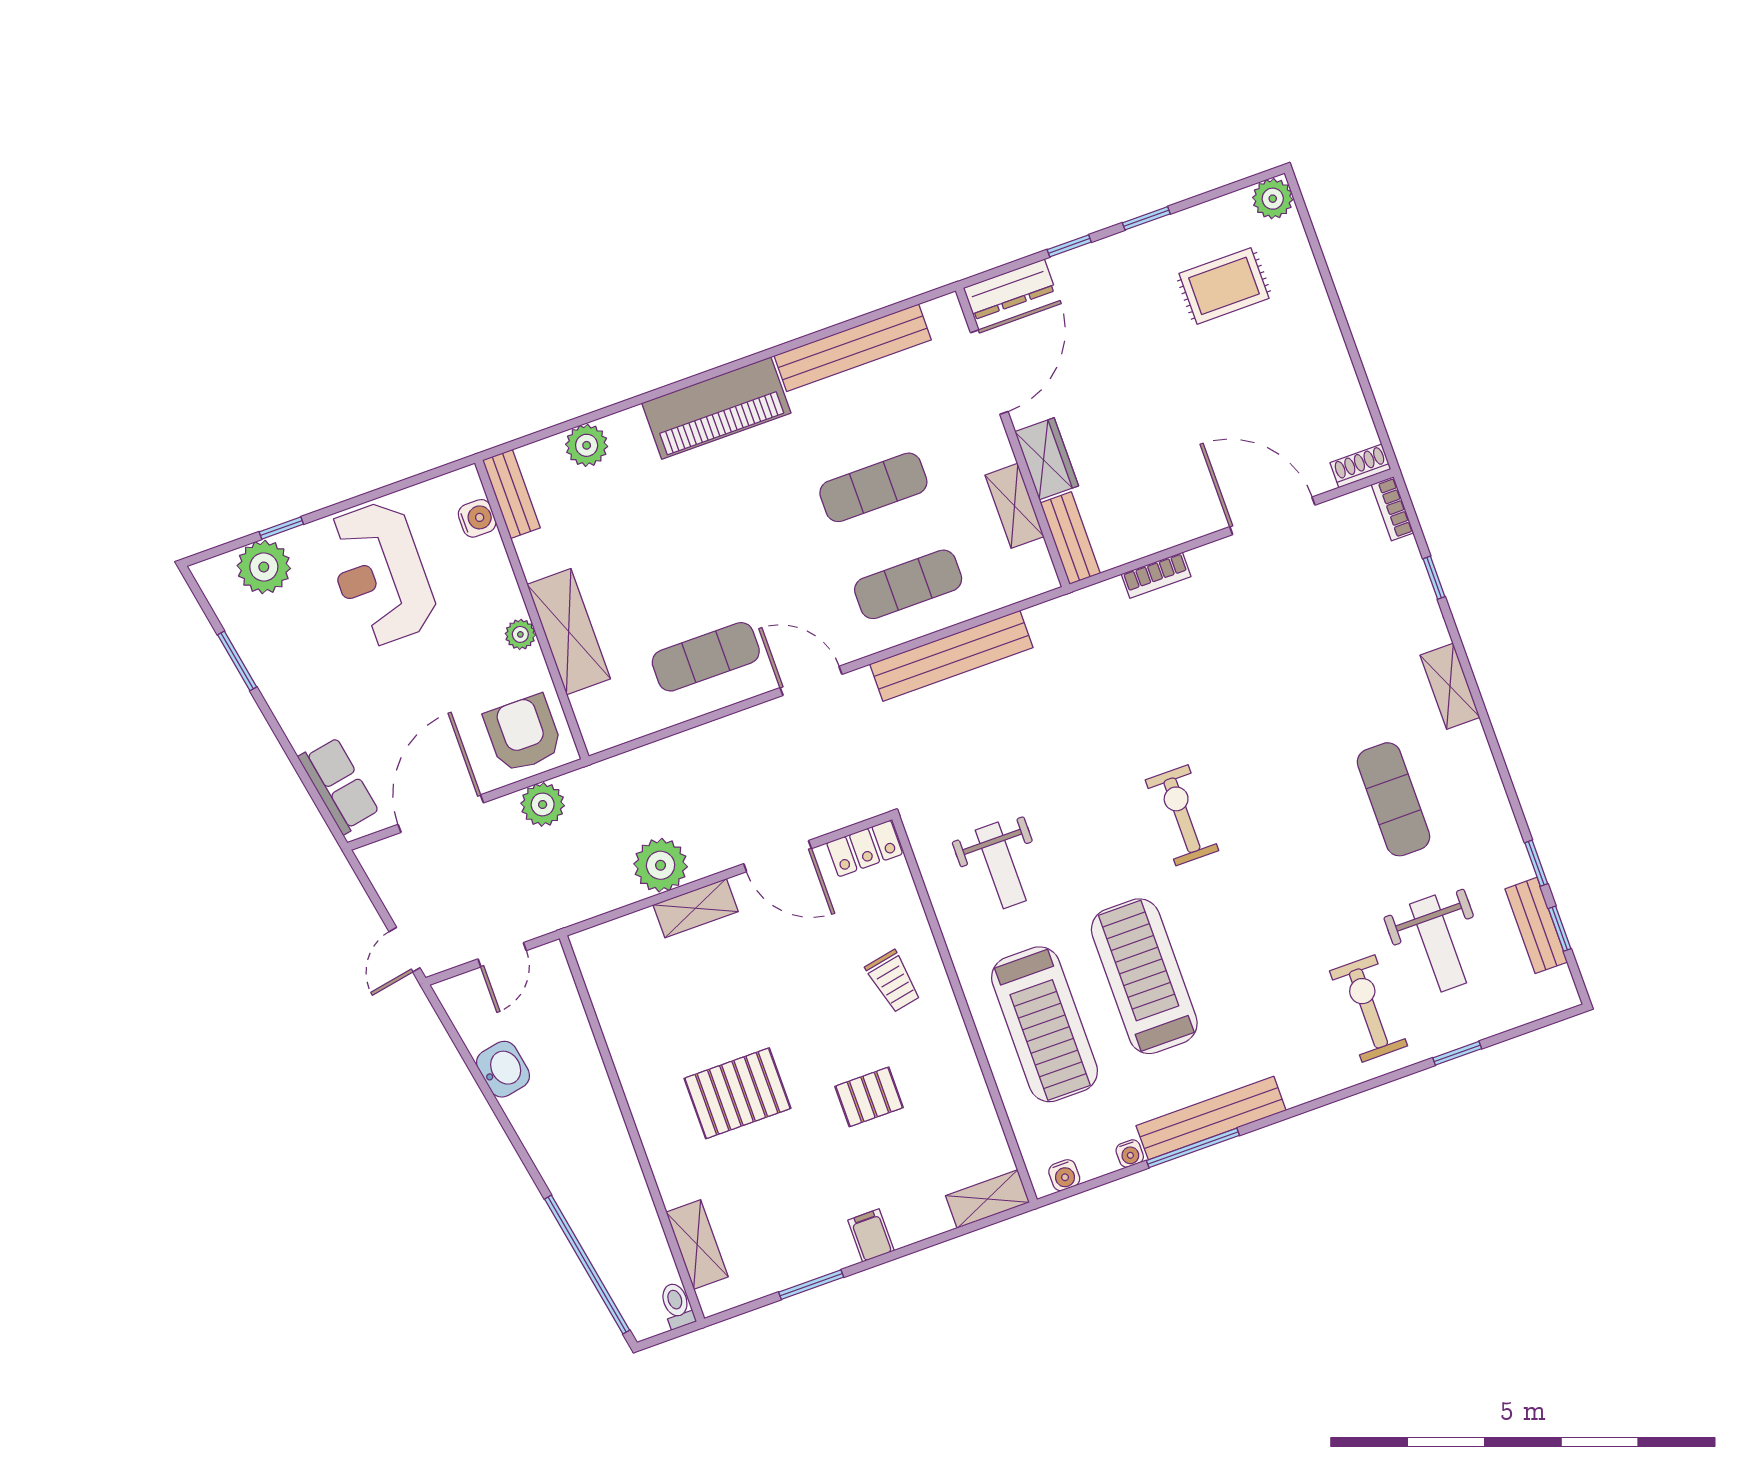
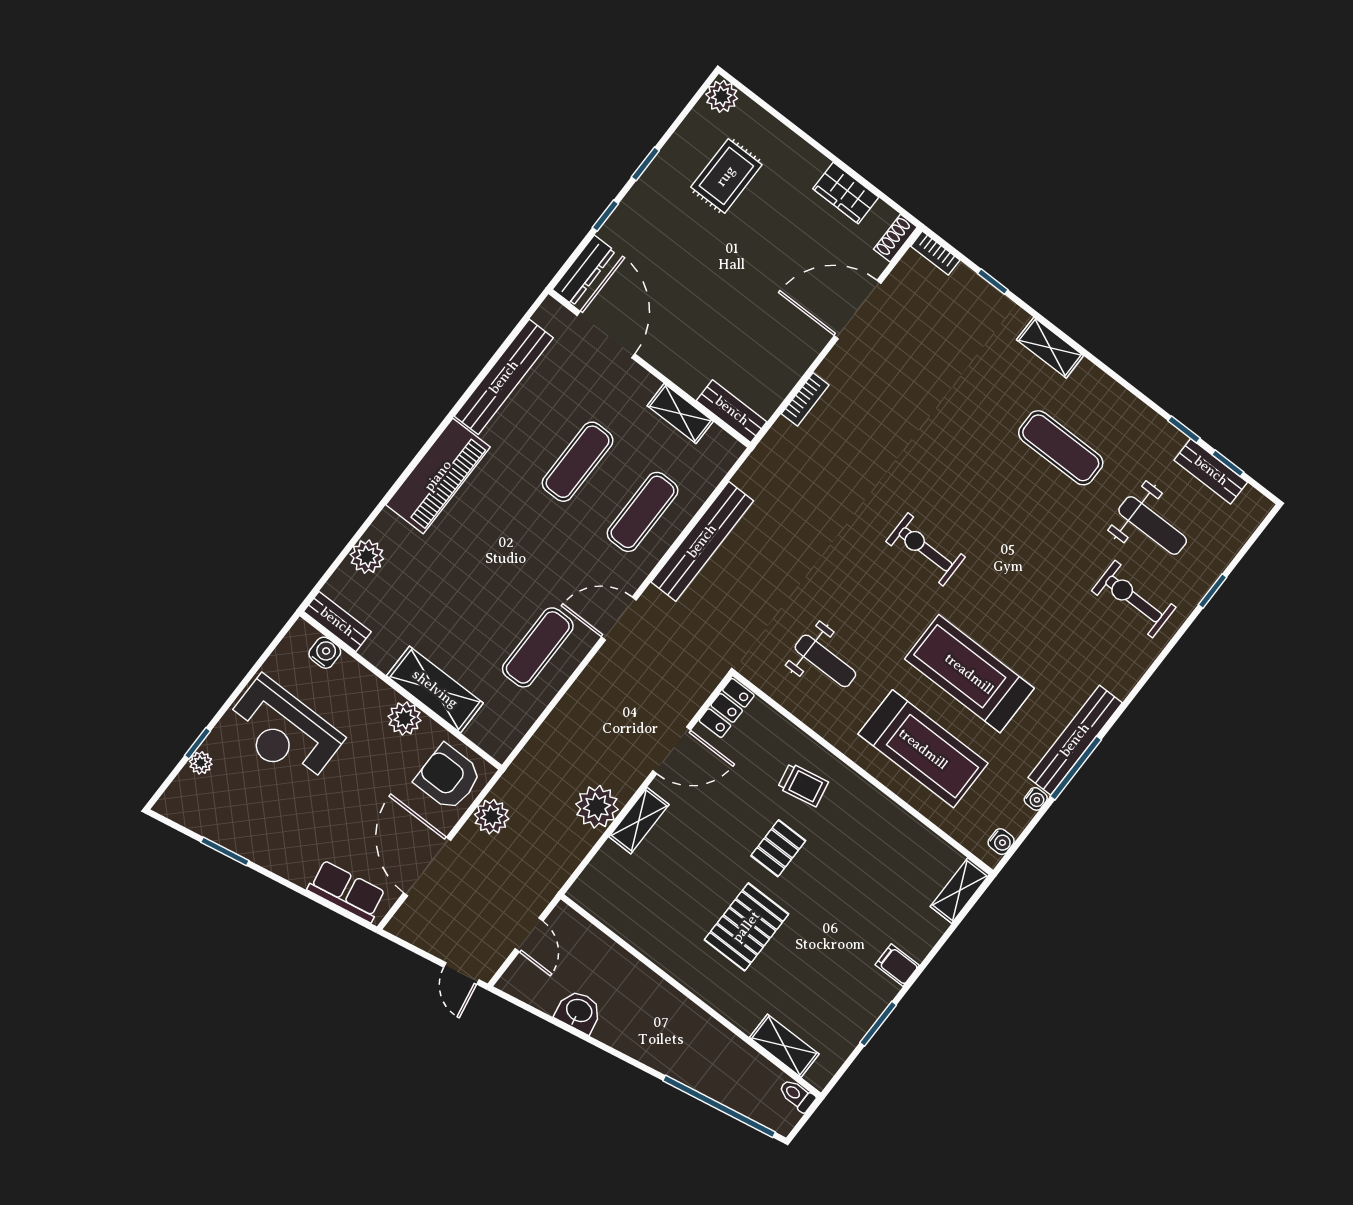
wardrobe: (1047, 459) -> (846, 193), moved, turned 180
plant: (264, 567) -> (201, 763), width x0.53, depth x0.53
plant: (520, 634) -> (405, 718), width x1.38, depth x1.38
pallet: (869, 1097) -> (778, 848), moved

